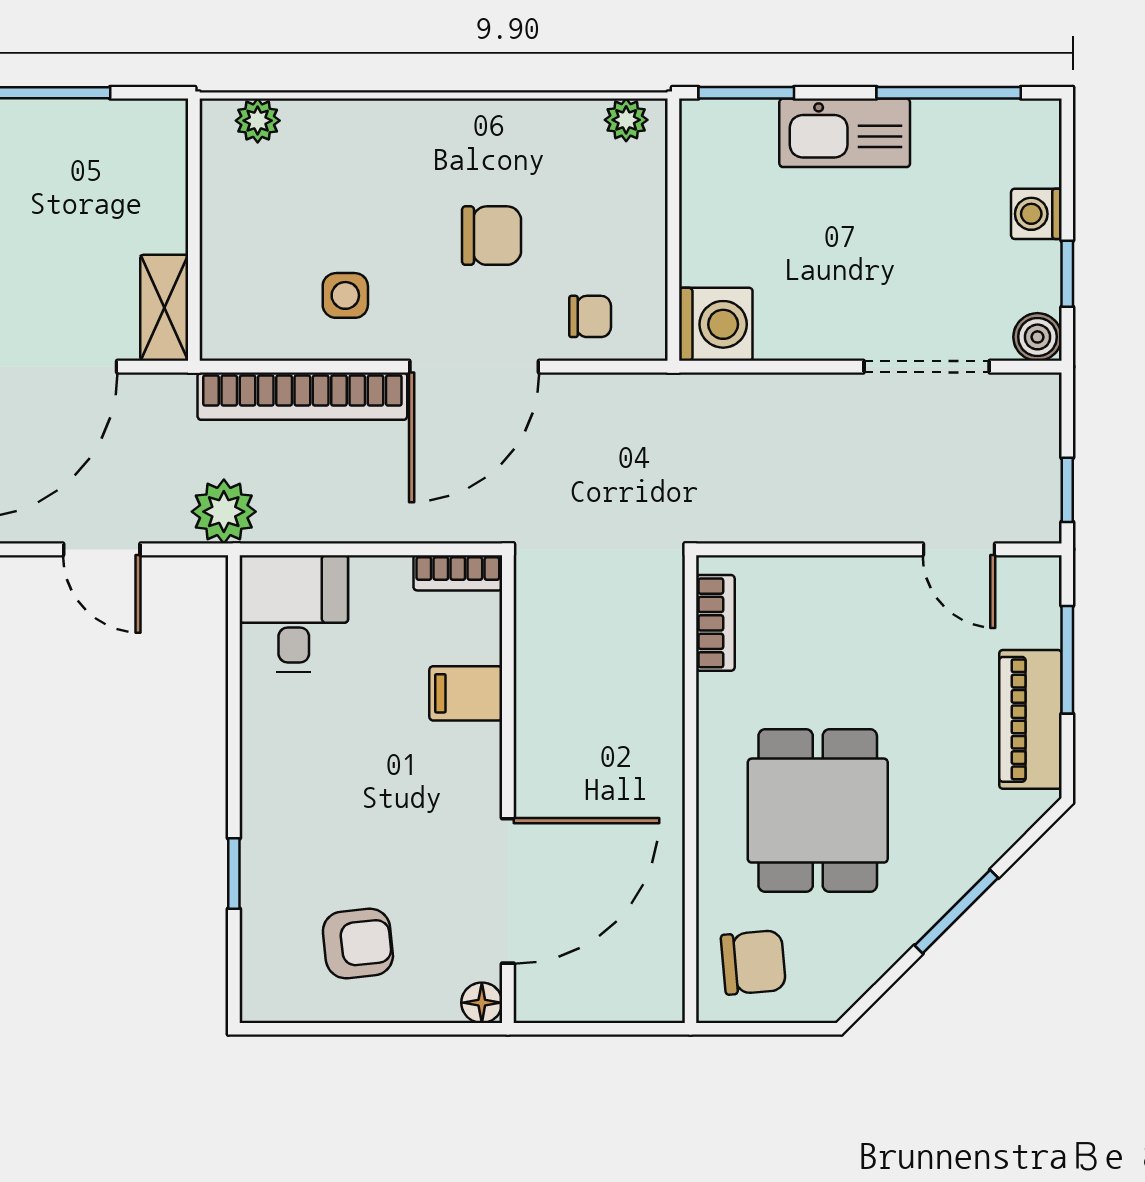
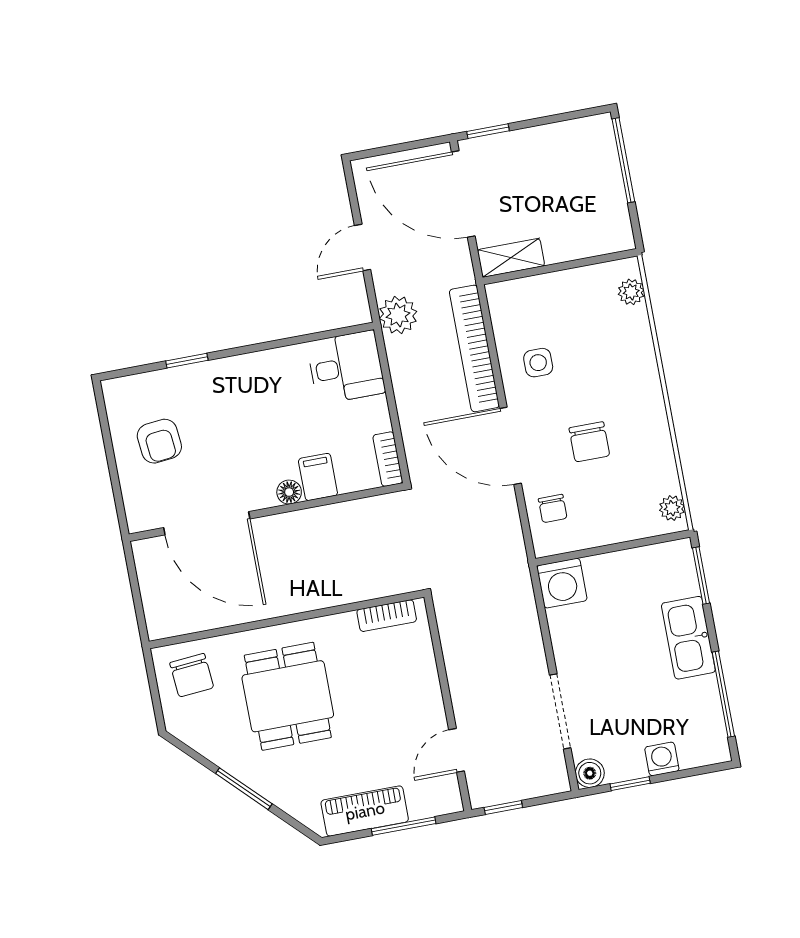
dining table: (818, 811) -> (288, 696), turned 90
floor lamp: (482, 1003) -> (289, 492), moved

